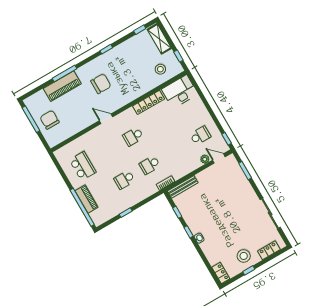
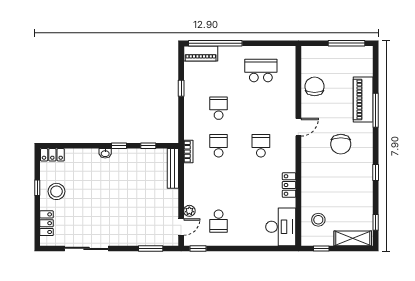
locker: (148, 102) -> (289, 185), width x0.66
chair: (50, 120) -> (315, 86), moved, turned -90
school desk: (83, 166) -> (261, 70), turned 180
piano: (87, 199) -> (201, 53), moved

